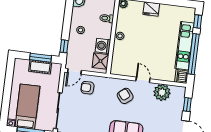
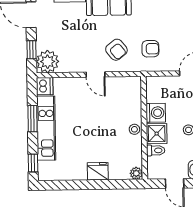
window: (194, 54) -> (32, 119), width x0.47
shower: (100, 61) -> (157, 134), moved
armchair: (87, 88) -> (150, 49), moved
plant: (162, 92) -> (48, 62), moved

